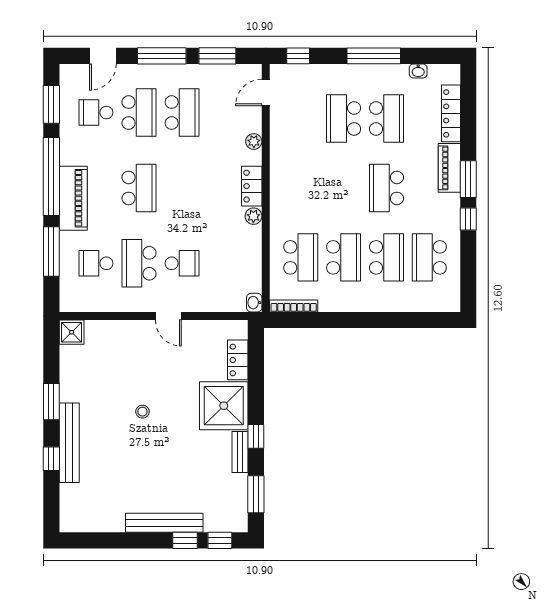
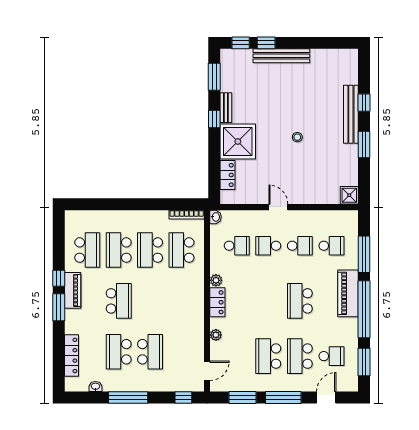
piano: (449, 168) -> (73, 290), moved
school desk: (139, 263) -> (300, 246), width x0.54
school desk: (225, 263) -> (237, 246), added

